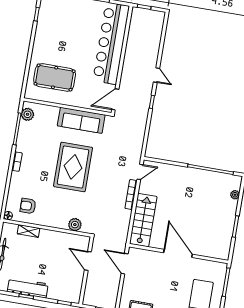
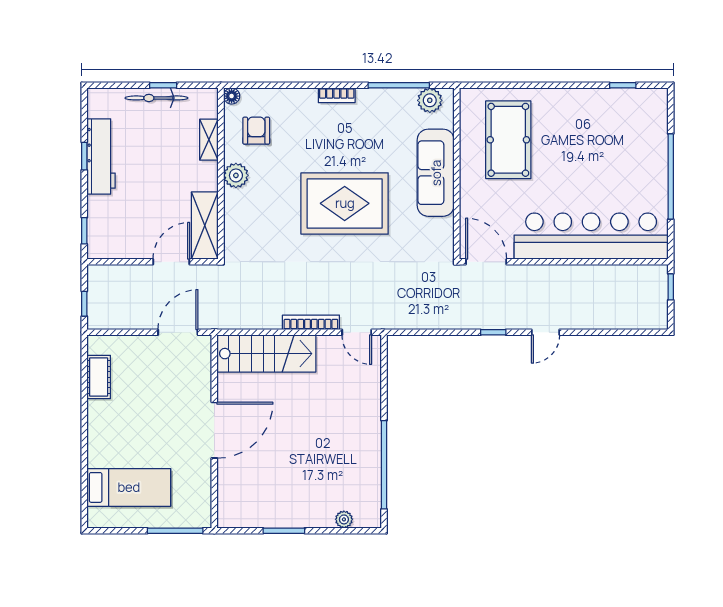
sofa: (81, 120) -> (436, 173), moved
plant: (75, 225) -> (236, 175), moved
shelving: (72, 241) -> (205, 226), added

